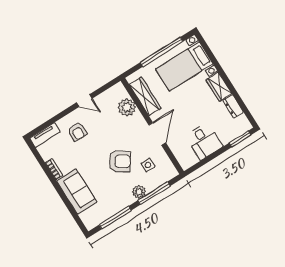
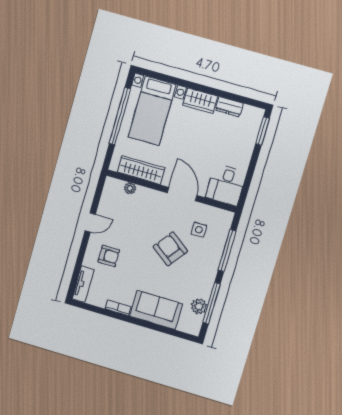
plant: (127, 107) -> (130, 188), width x0.53, depth x0.53
desk: (204, 141) -> (226, 185), moved, turned 90
armchair: (120, 161) -> (170, 249), turned -87
plant: (139, 192) -> (199, 306), moved

